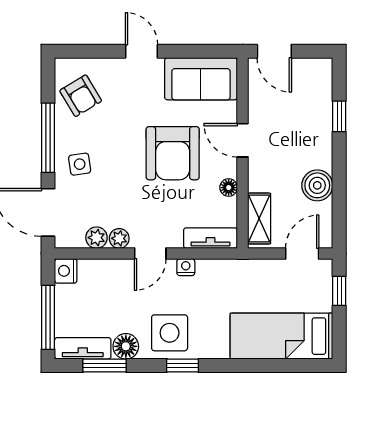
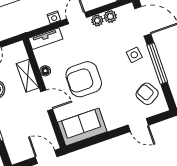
door: (142, 51) -> (138, 125), moved
armchair: (173, 153) -> (84, 79), turned -90
shelving: (259, 219) -> (28, 76), moved

